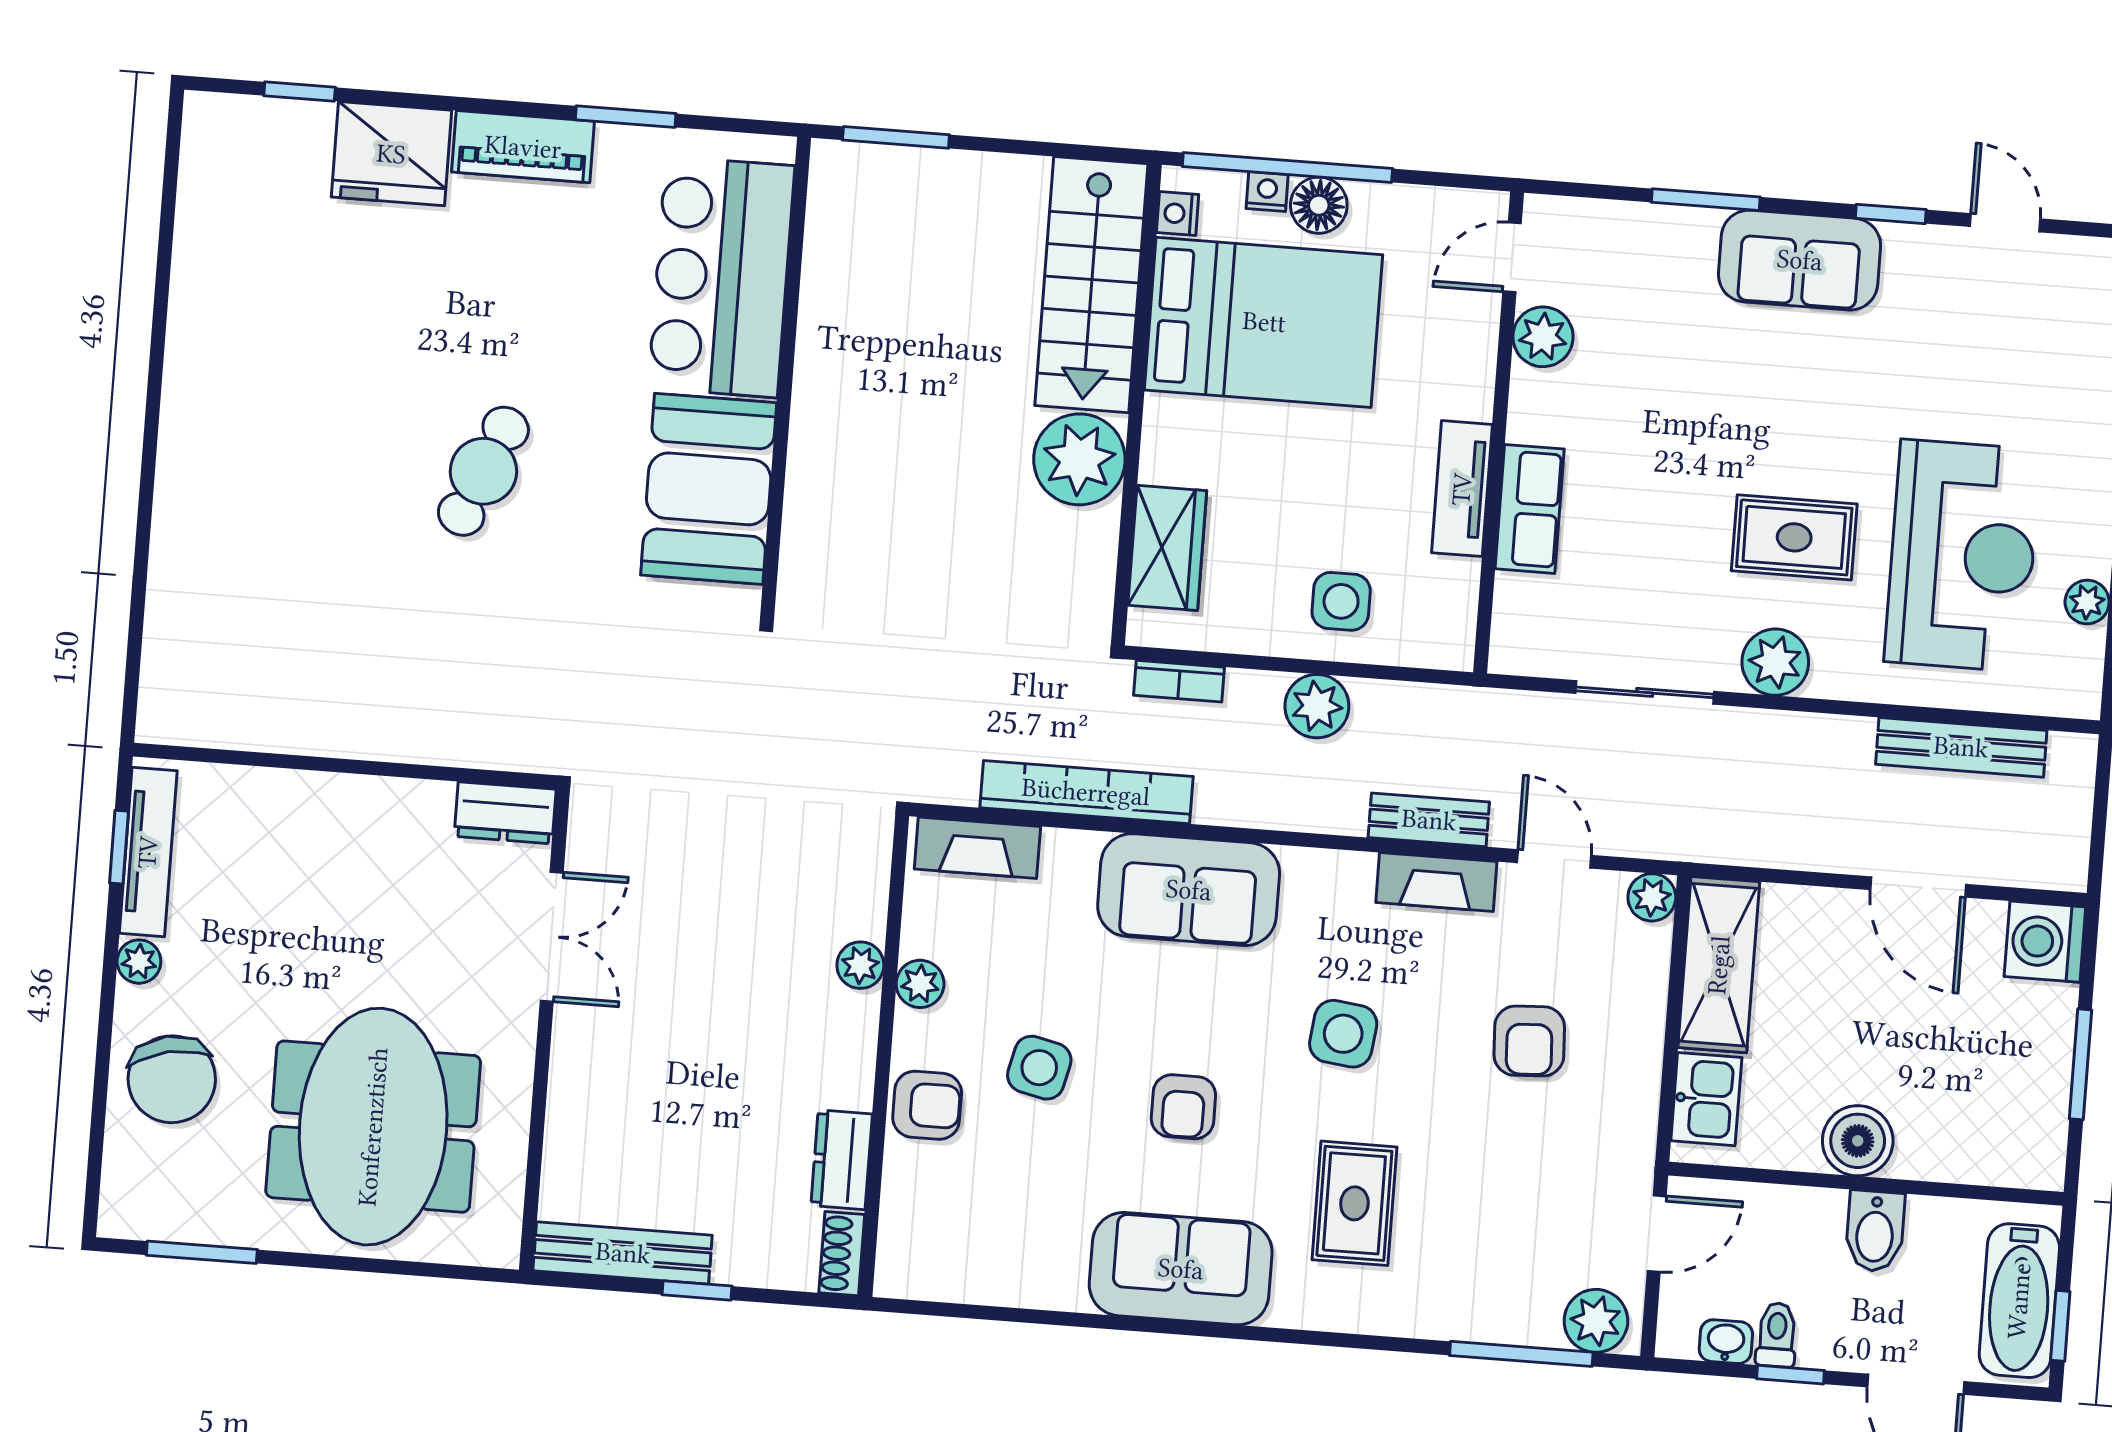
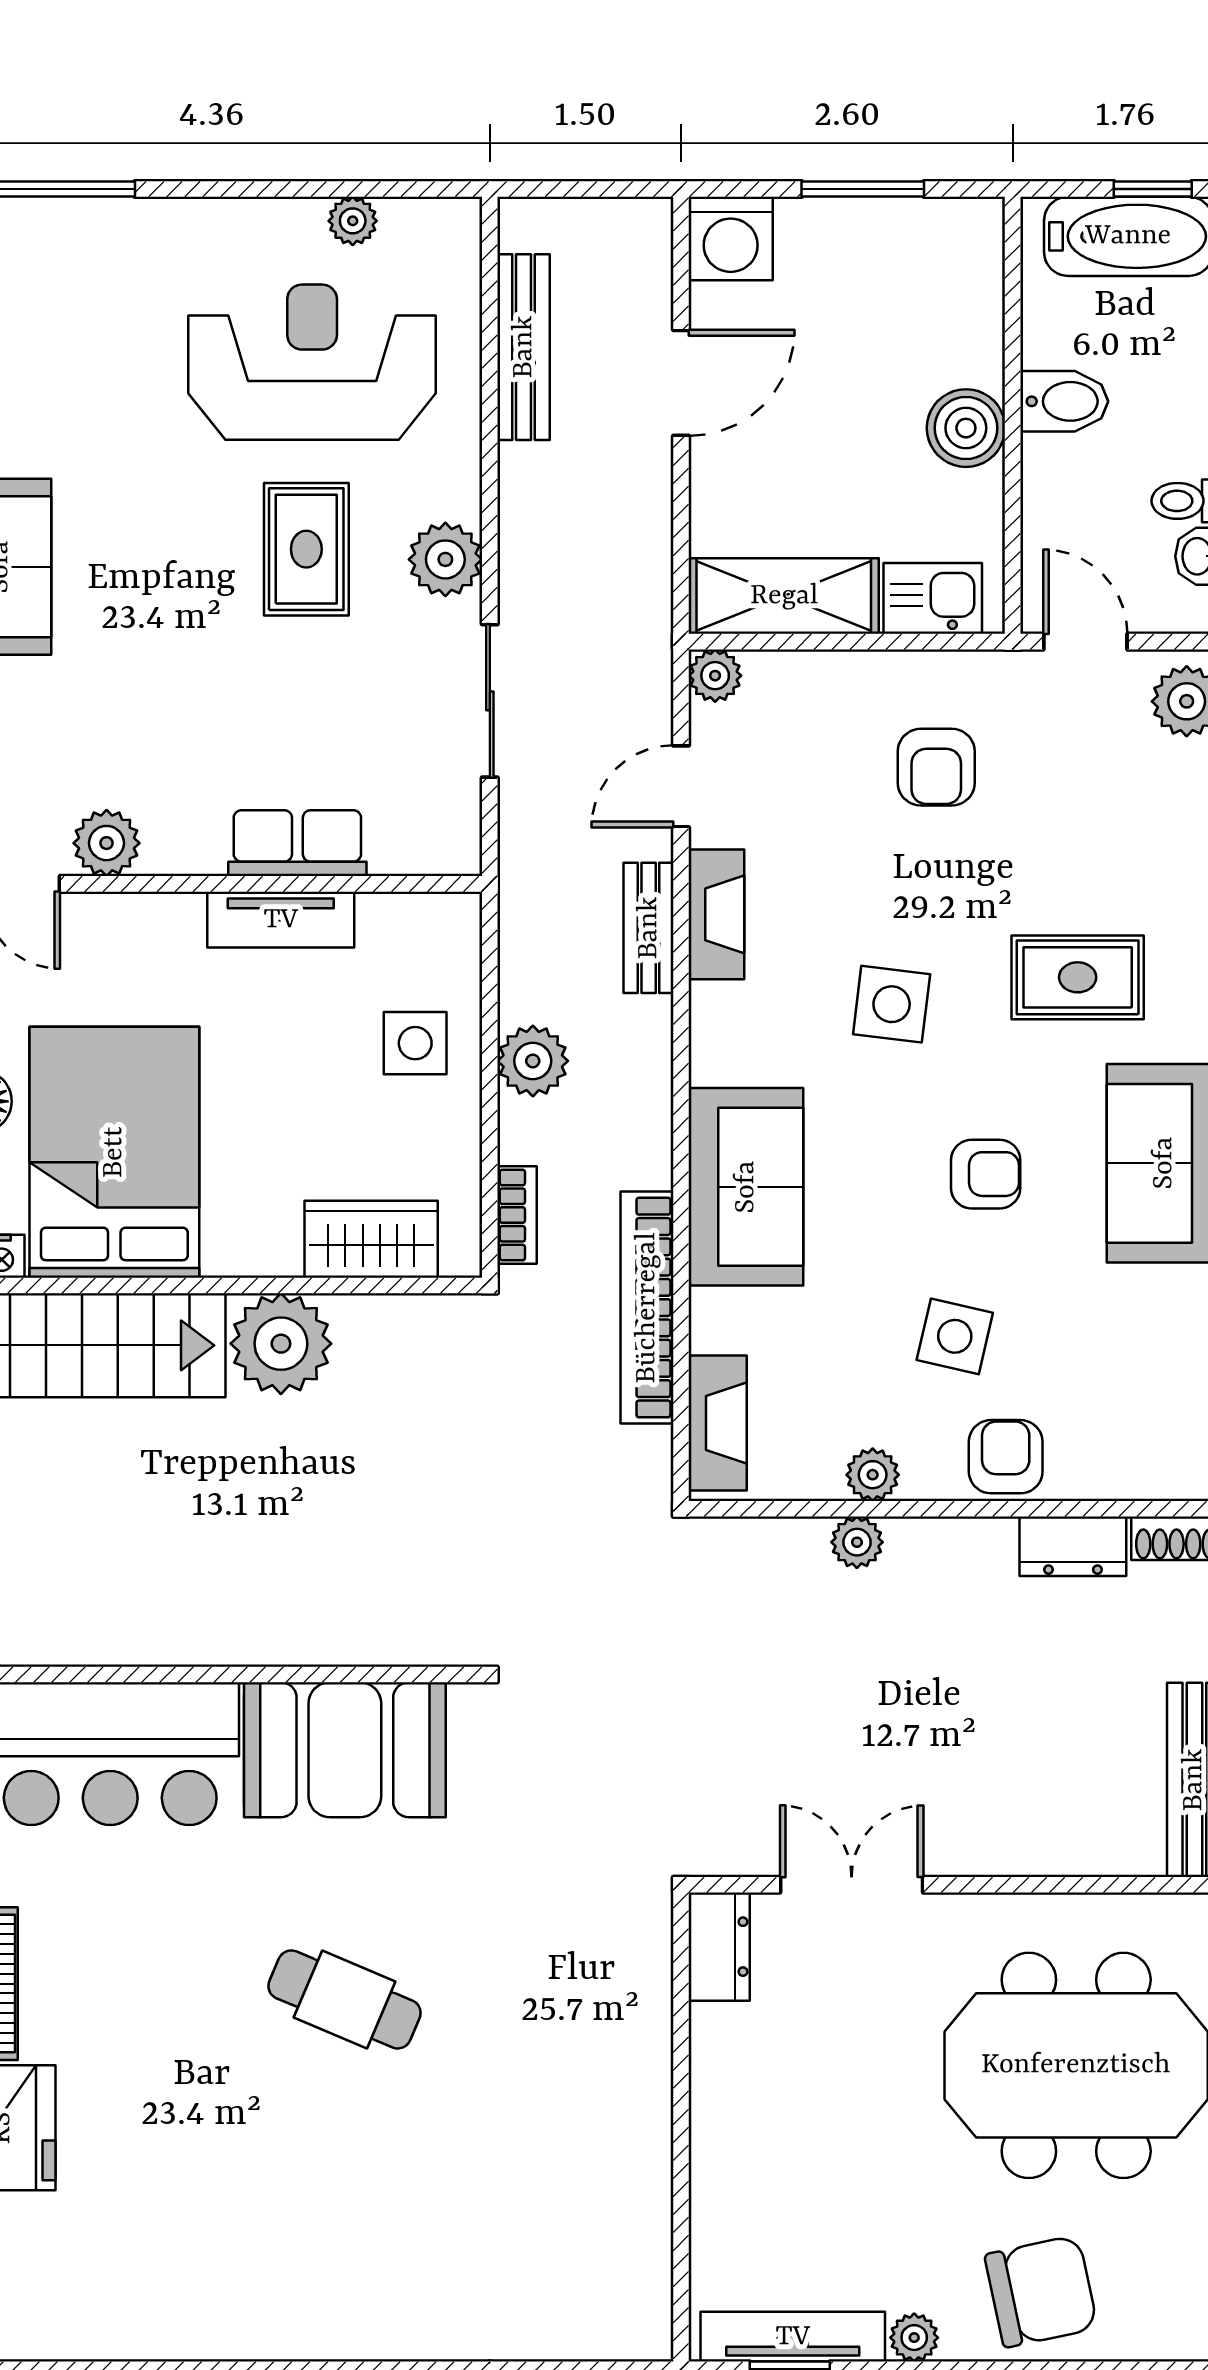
armchair: (1529, 1041) -> (936, 767), moved, turned 93

